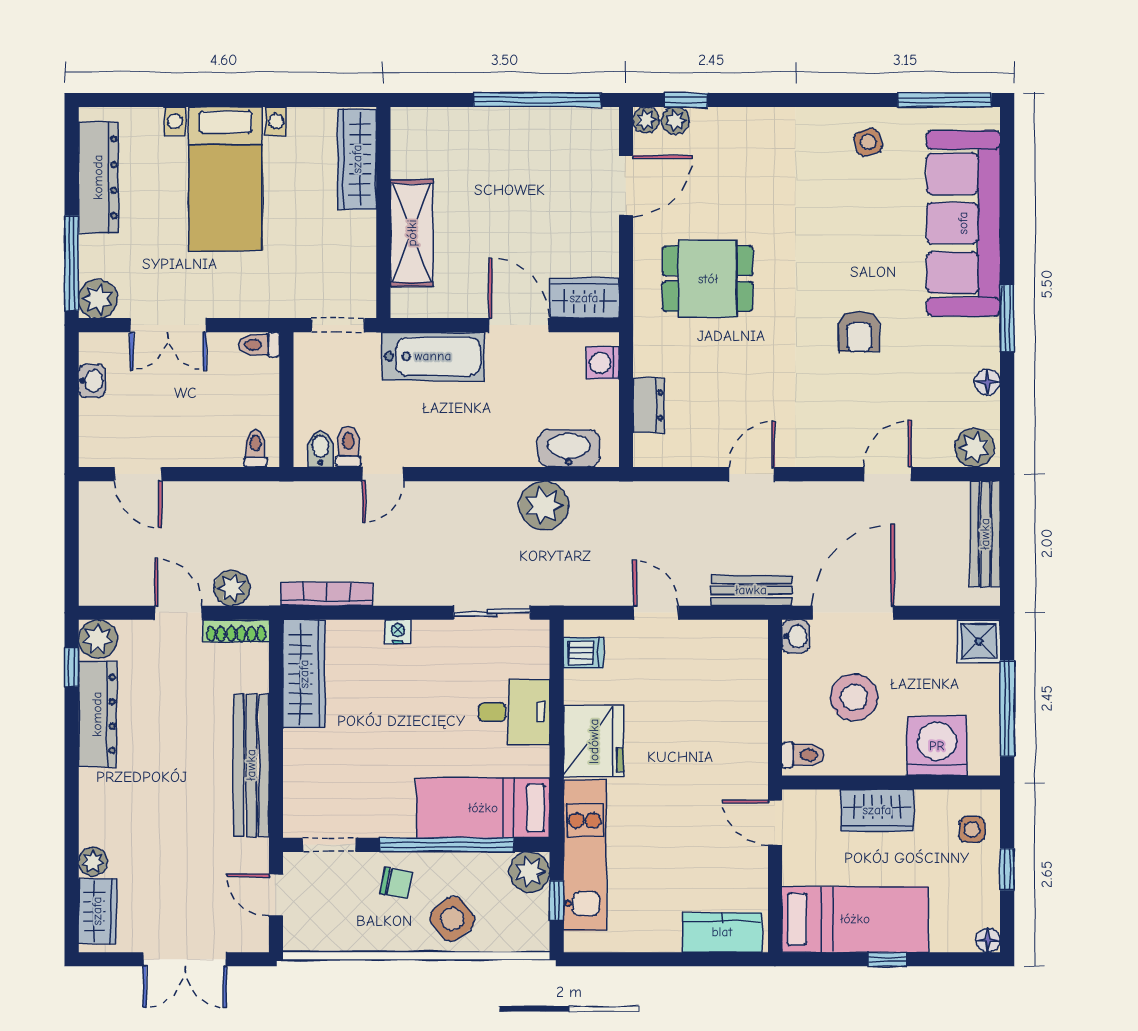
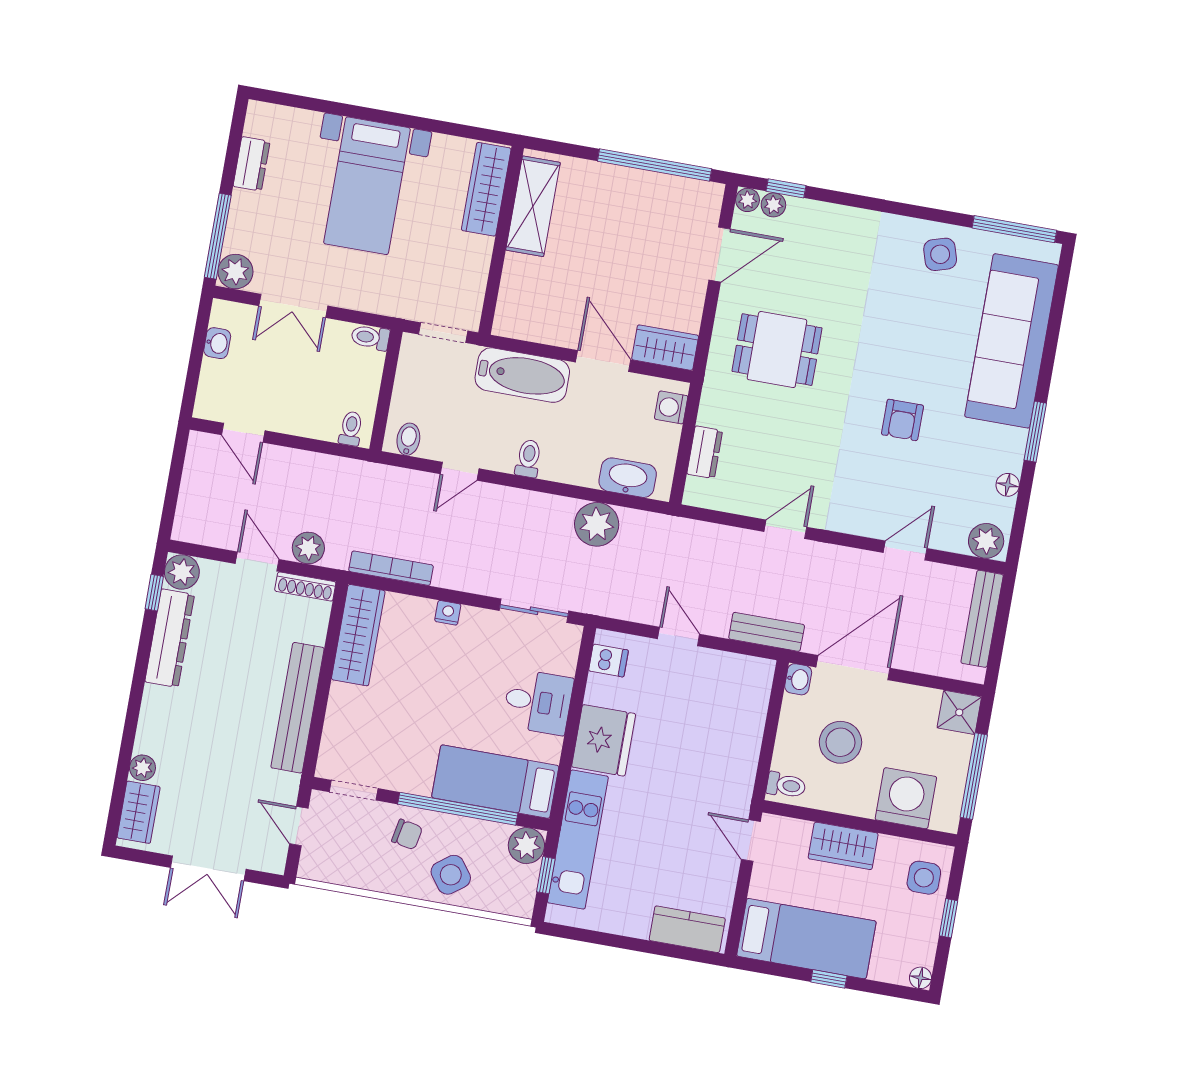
side table: (868, 142) -> (940, 254), width x1.37, depth x1.37
dresser: (98, 177) -> (251, 164), width x0.51, depth x0.80
shelving: (412, 233) -> (533, 206), moved
toilet: (348, 447) -> (528, 459), moved
side table: (972, 830) -> (924, 878), width x1.37, depth x1.37

